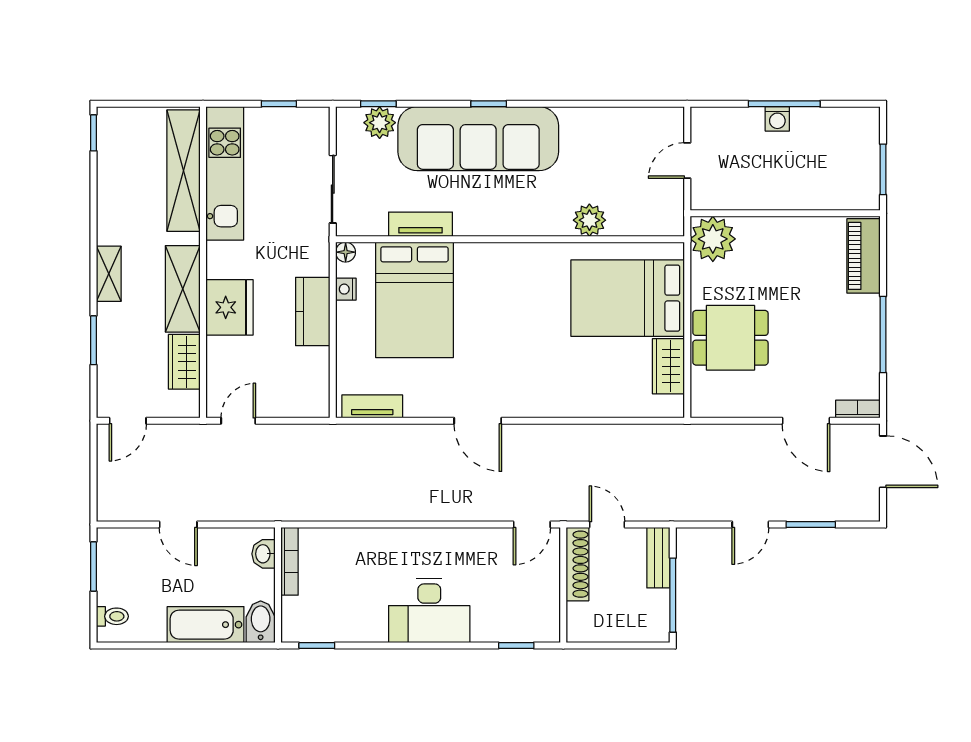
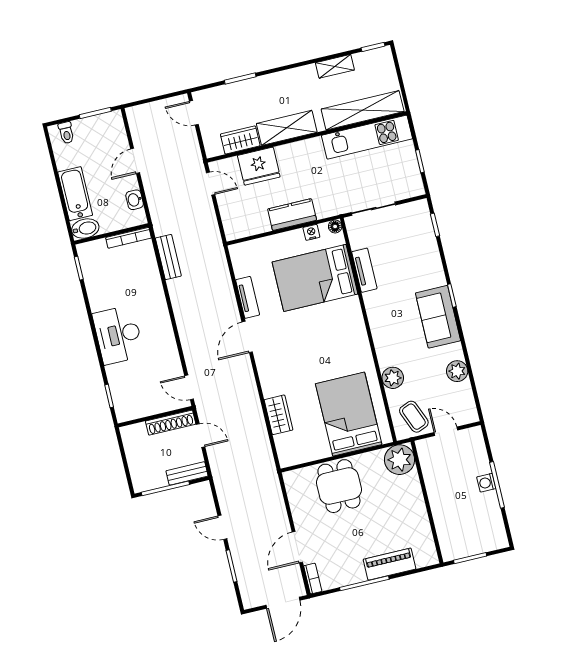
plant: (380, 123) -> (457, 371), moved
sofa: (478, 139) -> (438, 317), width x0.54, depth x0.79
coffee table: (654, 203) -> (414, 417), added
piano: (864, 256) -> (390, 564), moved
shelving: (109, 274) -> (335, 66), moved
fridge: (229, 307) -> (259, 166), moved
wardrobe: (668, 366) -> (279, 415), moved, turned 90
tv unit: (372, 406) -> (248, 297), moved
bench: (332, 509) -> (168, 257), added
door: (607, 525) -> (200, 436), hinge flipped
washbasin: (264, 554) -> (135, 200), moved, turned -90

